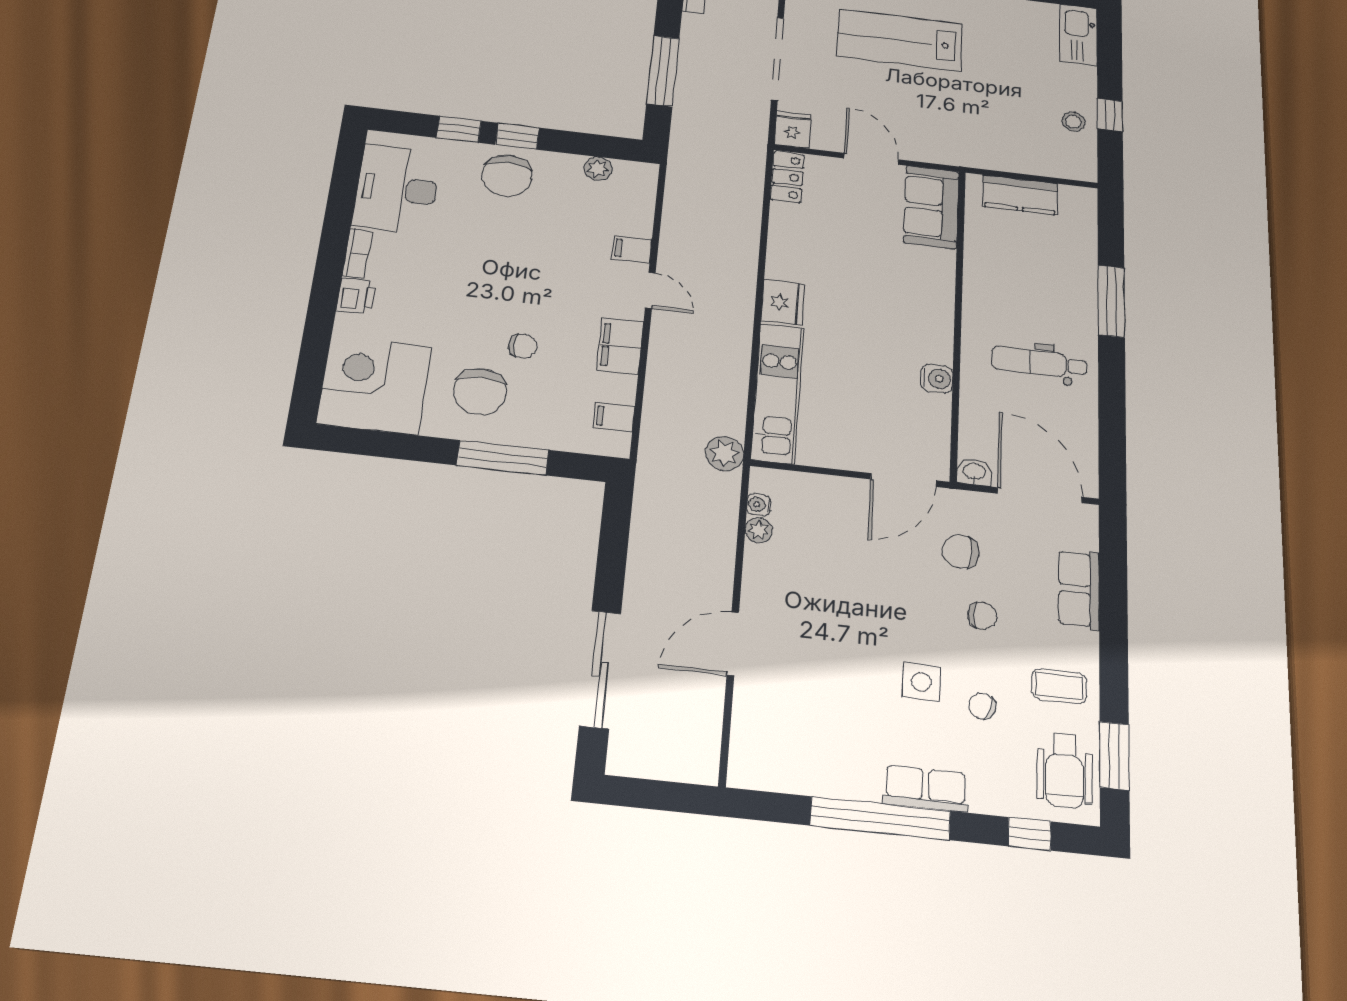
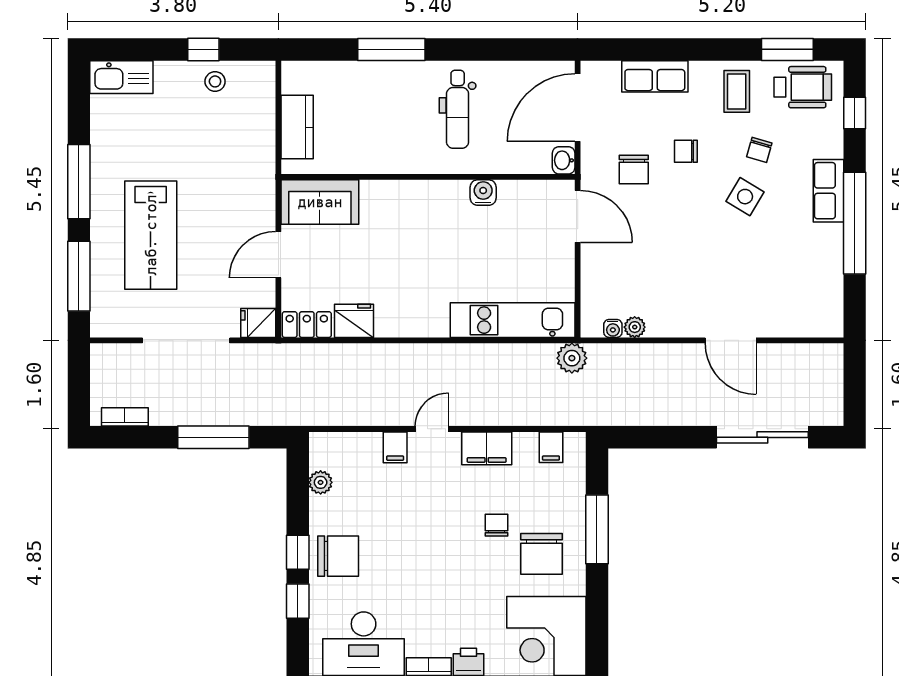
fridge: (783, 303) -> (354, 321), moved
chair: (480, 392) -> (542, 554), turned 90
chair: (982, 616) -> (686, 151), turned -90
side table: (921, 682) -> (745, 197), turned 31

